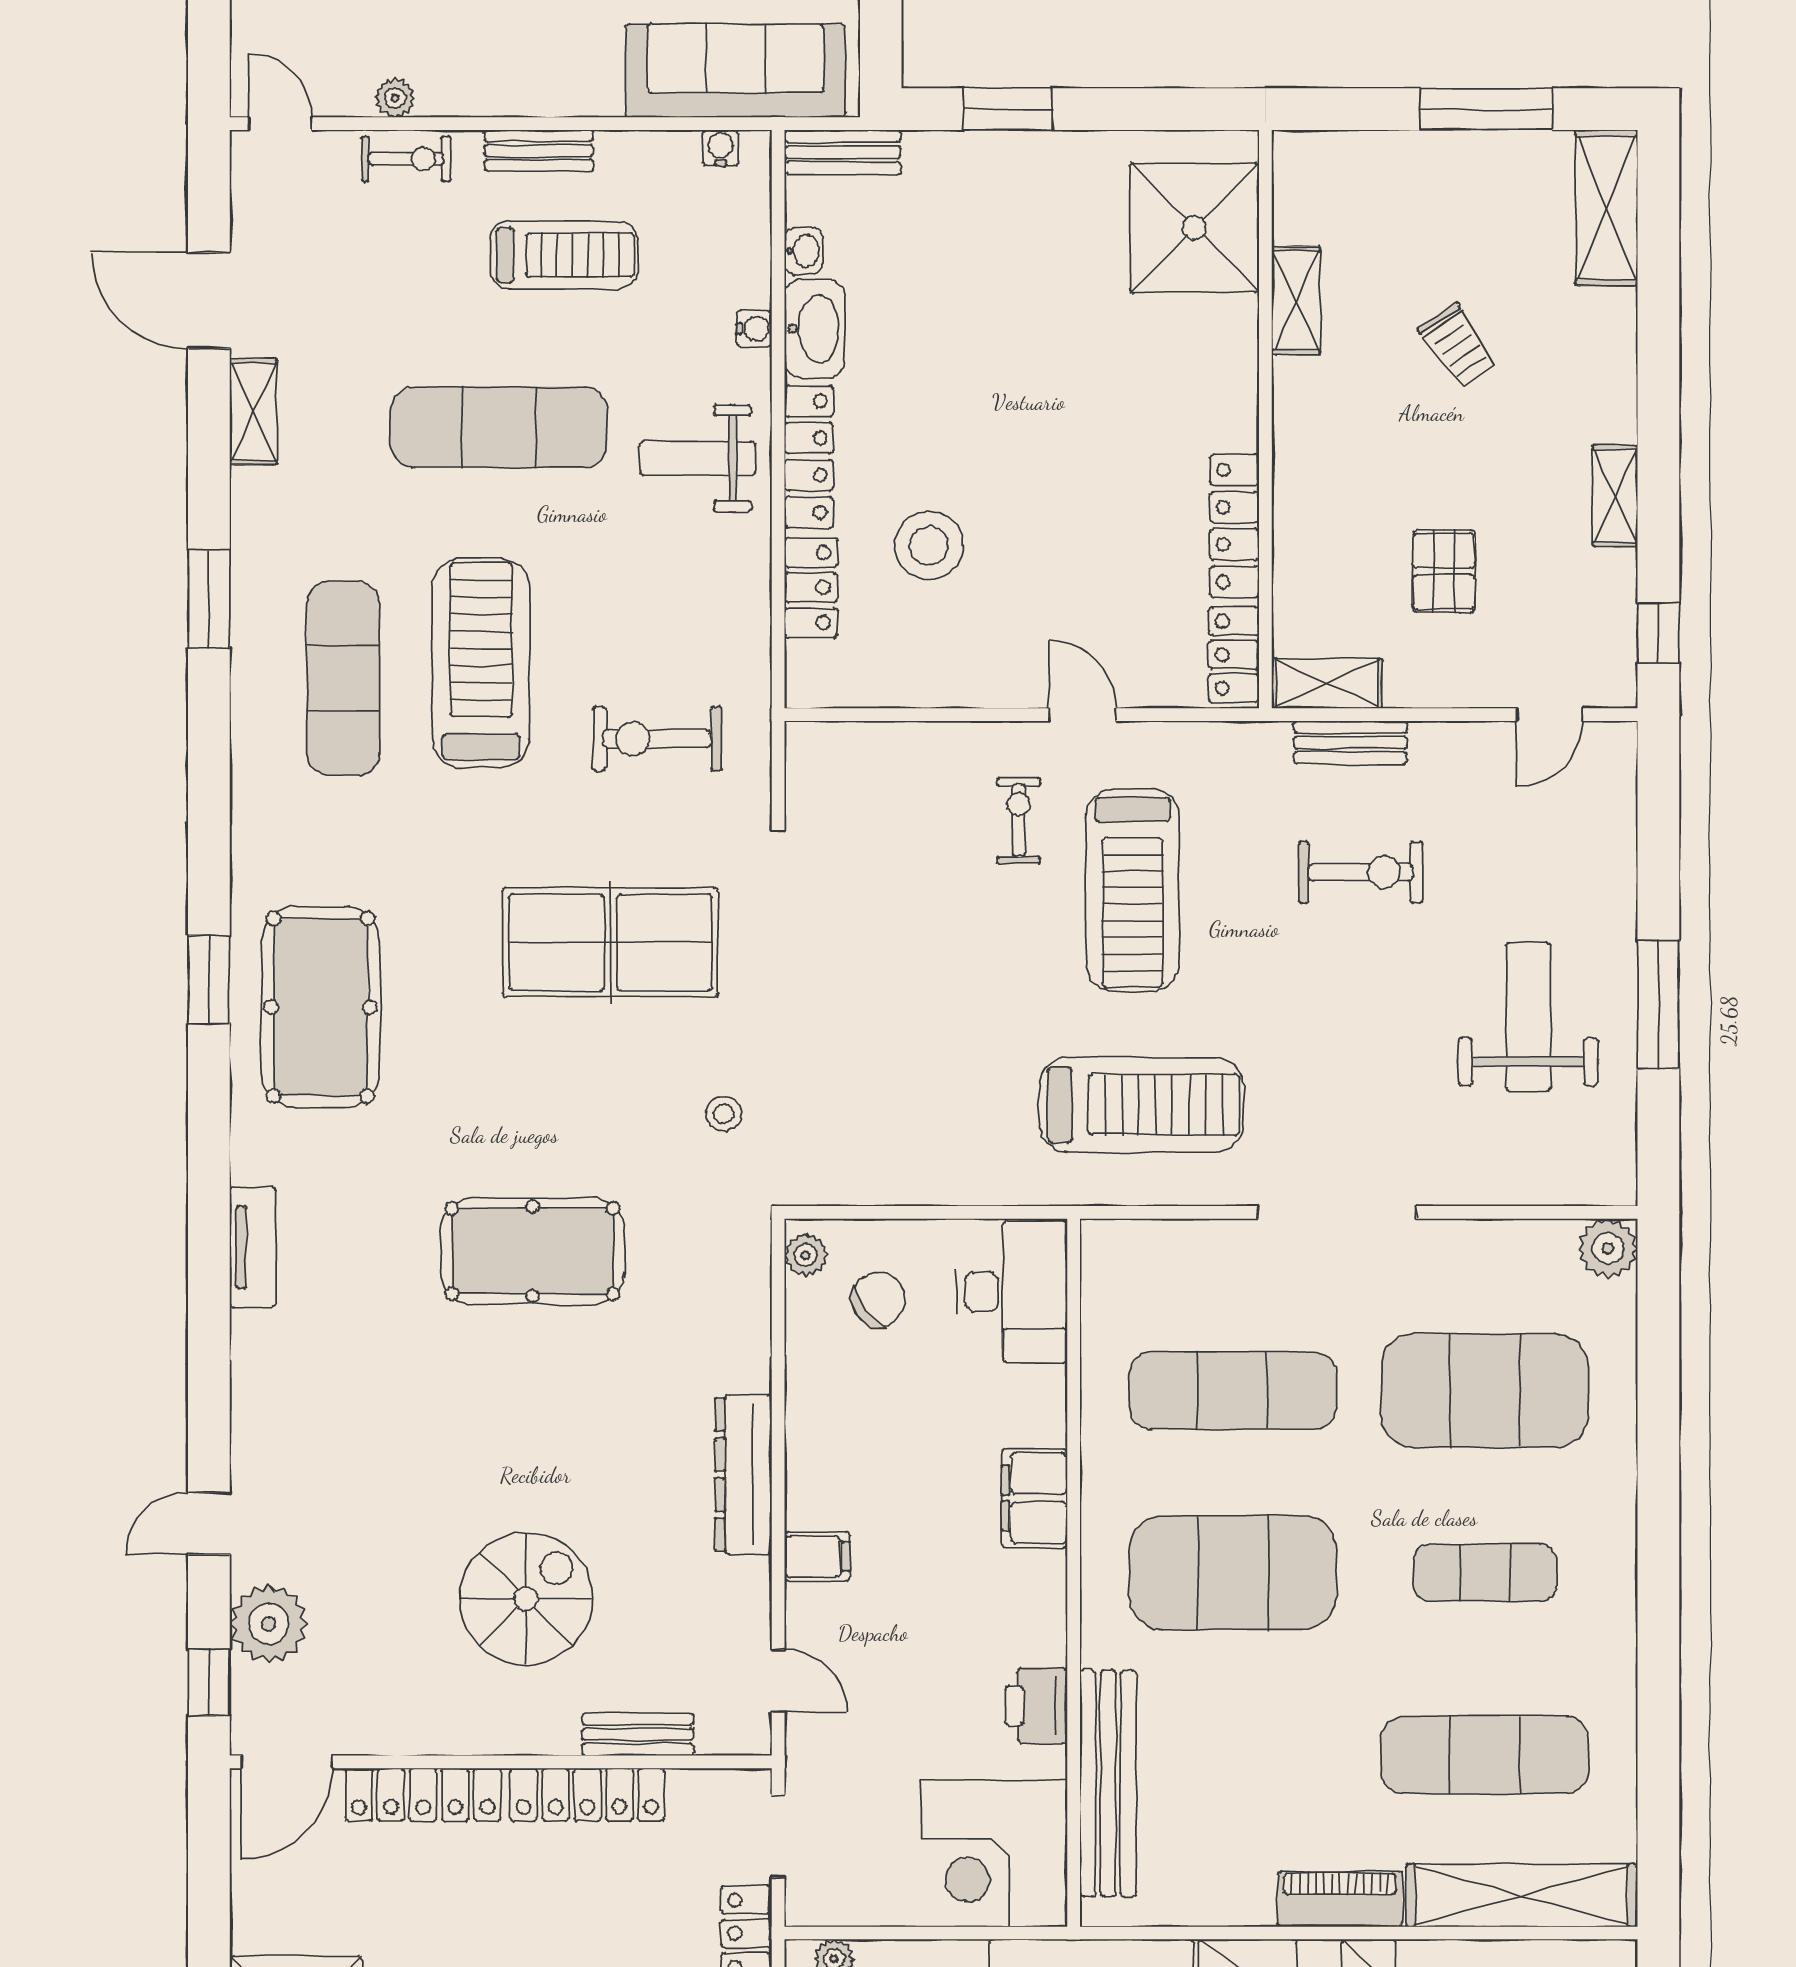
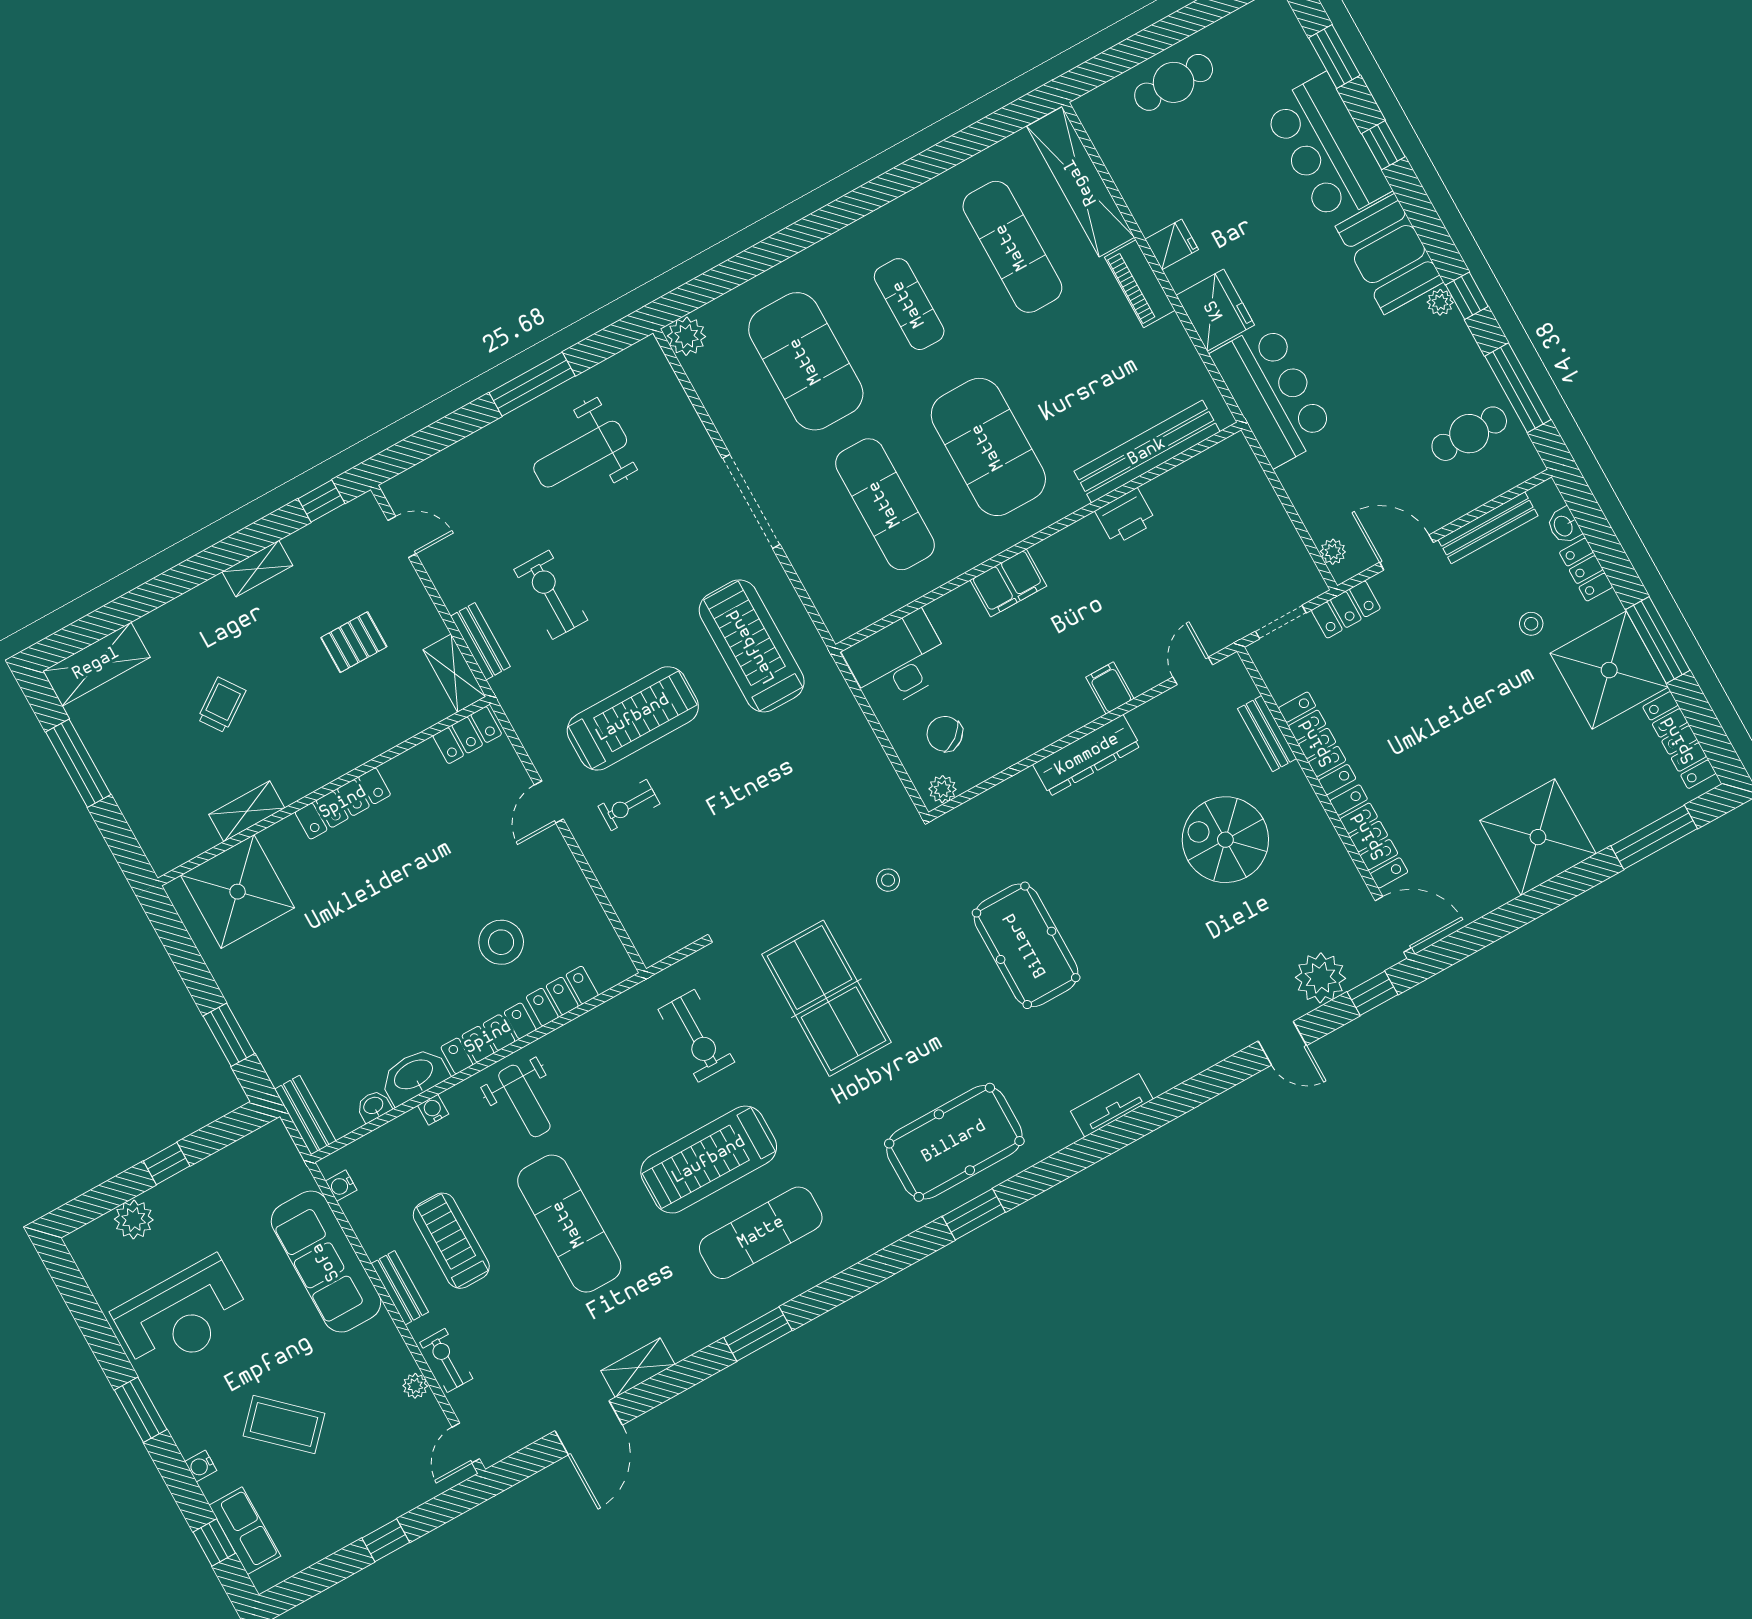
sofa: (735, 71) -> (326, 1262), moved
locker: (1235, 526) -> (343, 803), moved
corner desk: (994, 1853) -> (1223, 494), removed

